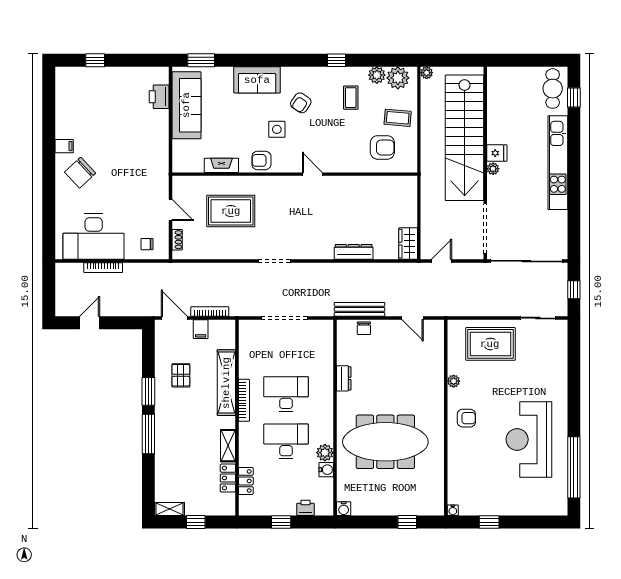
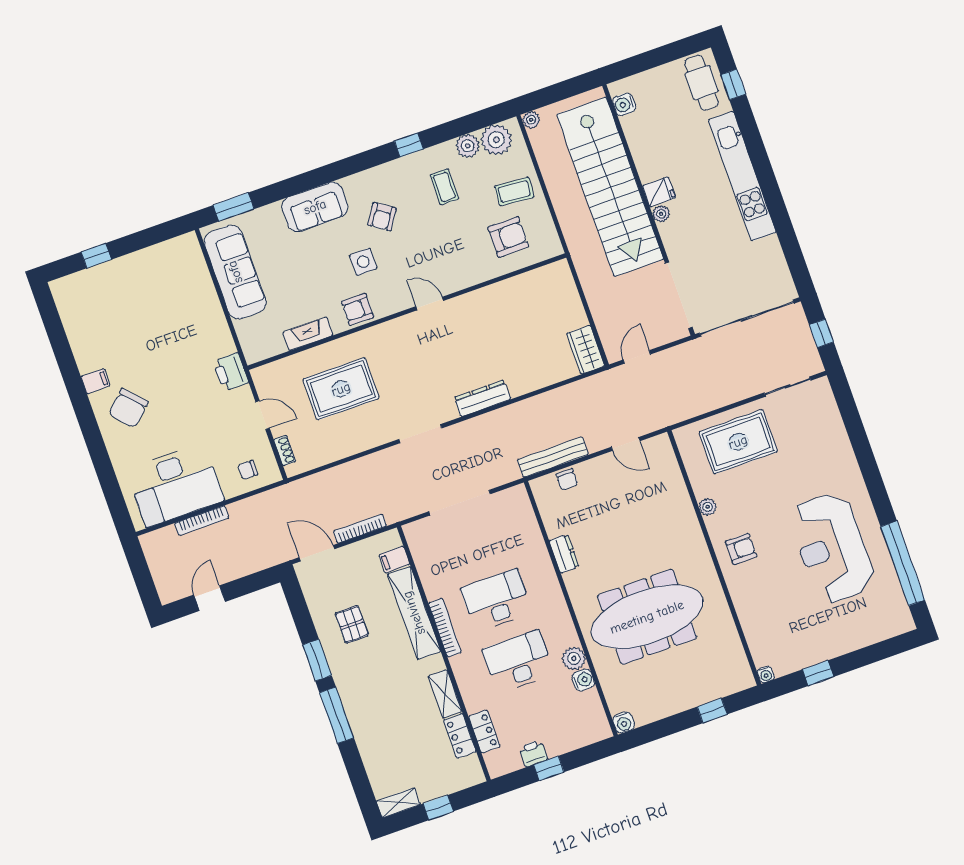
water cooler: (494, 85) -> (624, 104), added
printer: (159, 97) -> (231, 372), moved
dresser: (354, 252) -> (482, 398), moved
filing cabinet: (201, 329) -> (394, 560), moved, turned 90
printer: (306, 508) -> (533, 753), moved

